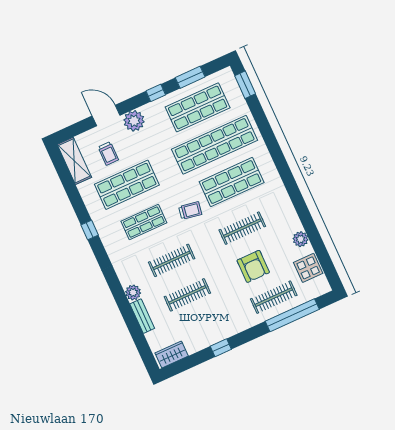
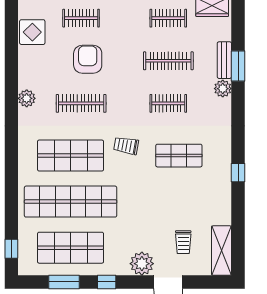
window: (245, 85) -> (11, 249), width x0.67
trolley: (108, 153) -> (183, 242), turned 180
shop shelf: (127, 185) -> (179, 202), removed
plant: (301, 239) -> (27, 98), moved
clothes rail: (172, 260) -> (168, 103), width x0.73
clothes rail: (274, 297) -> (81, 18), width x0.73
window: (129, 316) -> (238, 66), added
clothes rail: (203, 329) -> (168, 18), added

